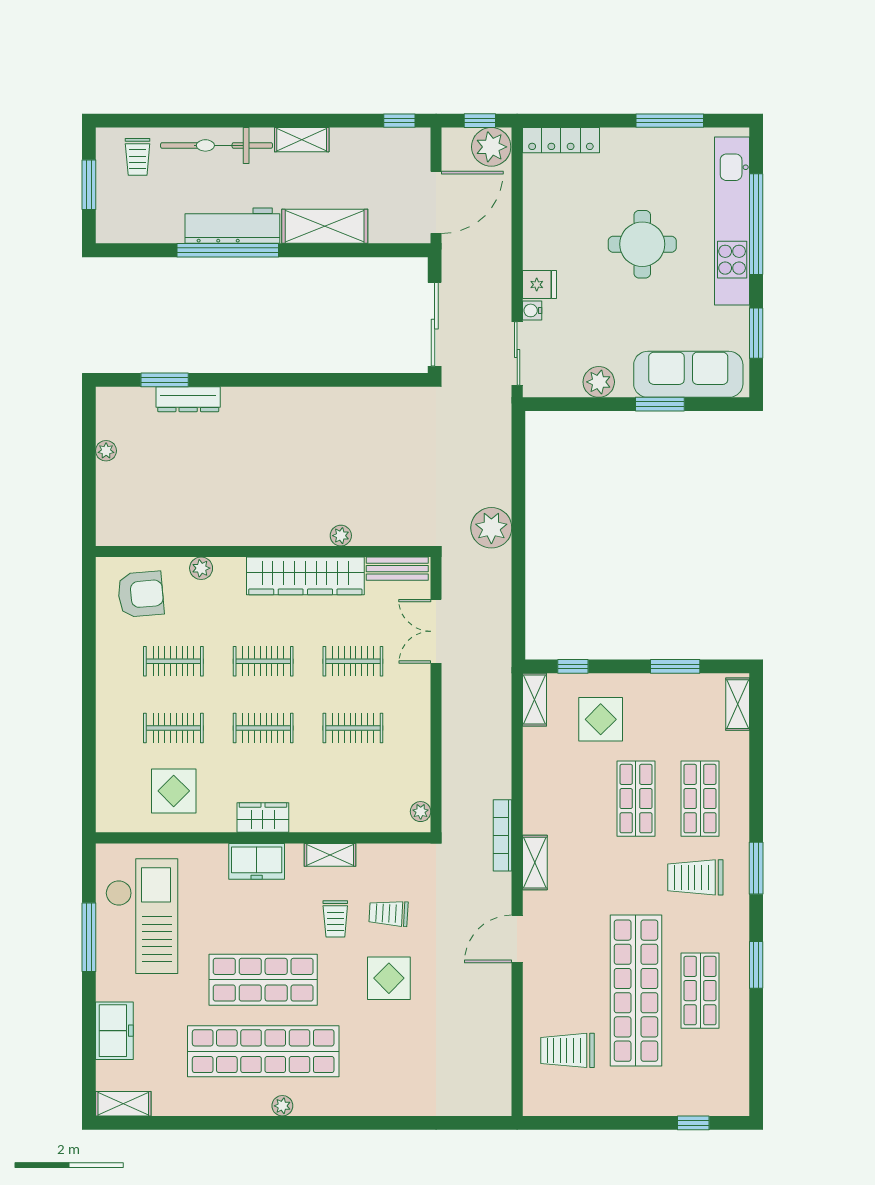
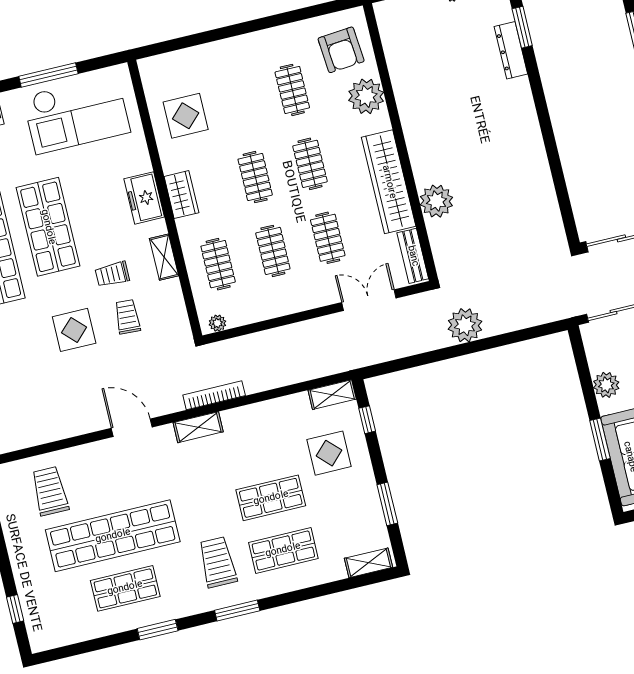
plant: (341, 536) -> (436, 201), width x1.88, depth x1.88
plant: (201, 568) -> (366, 96), width x1.87, depth x1.87
clothes rail: (173, 728) -> (218, 264), moved

